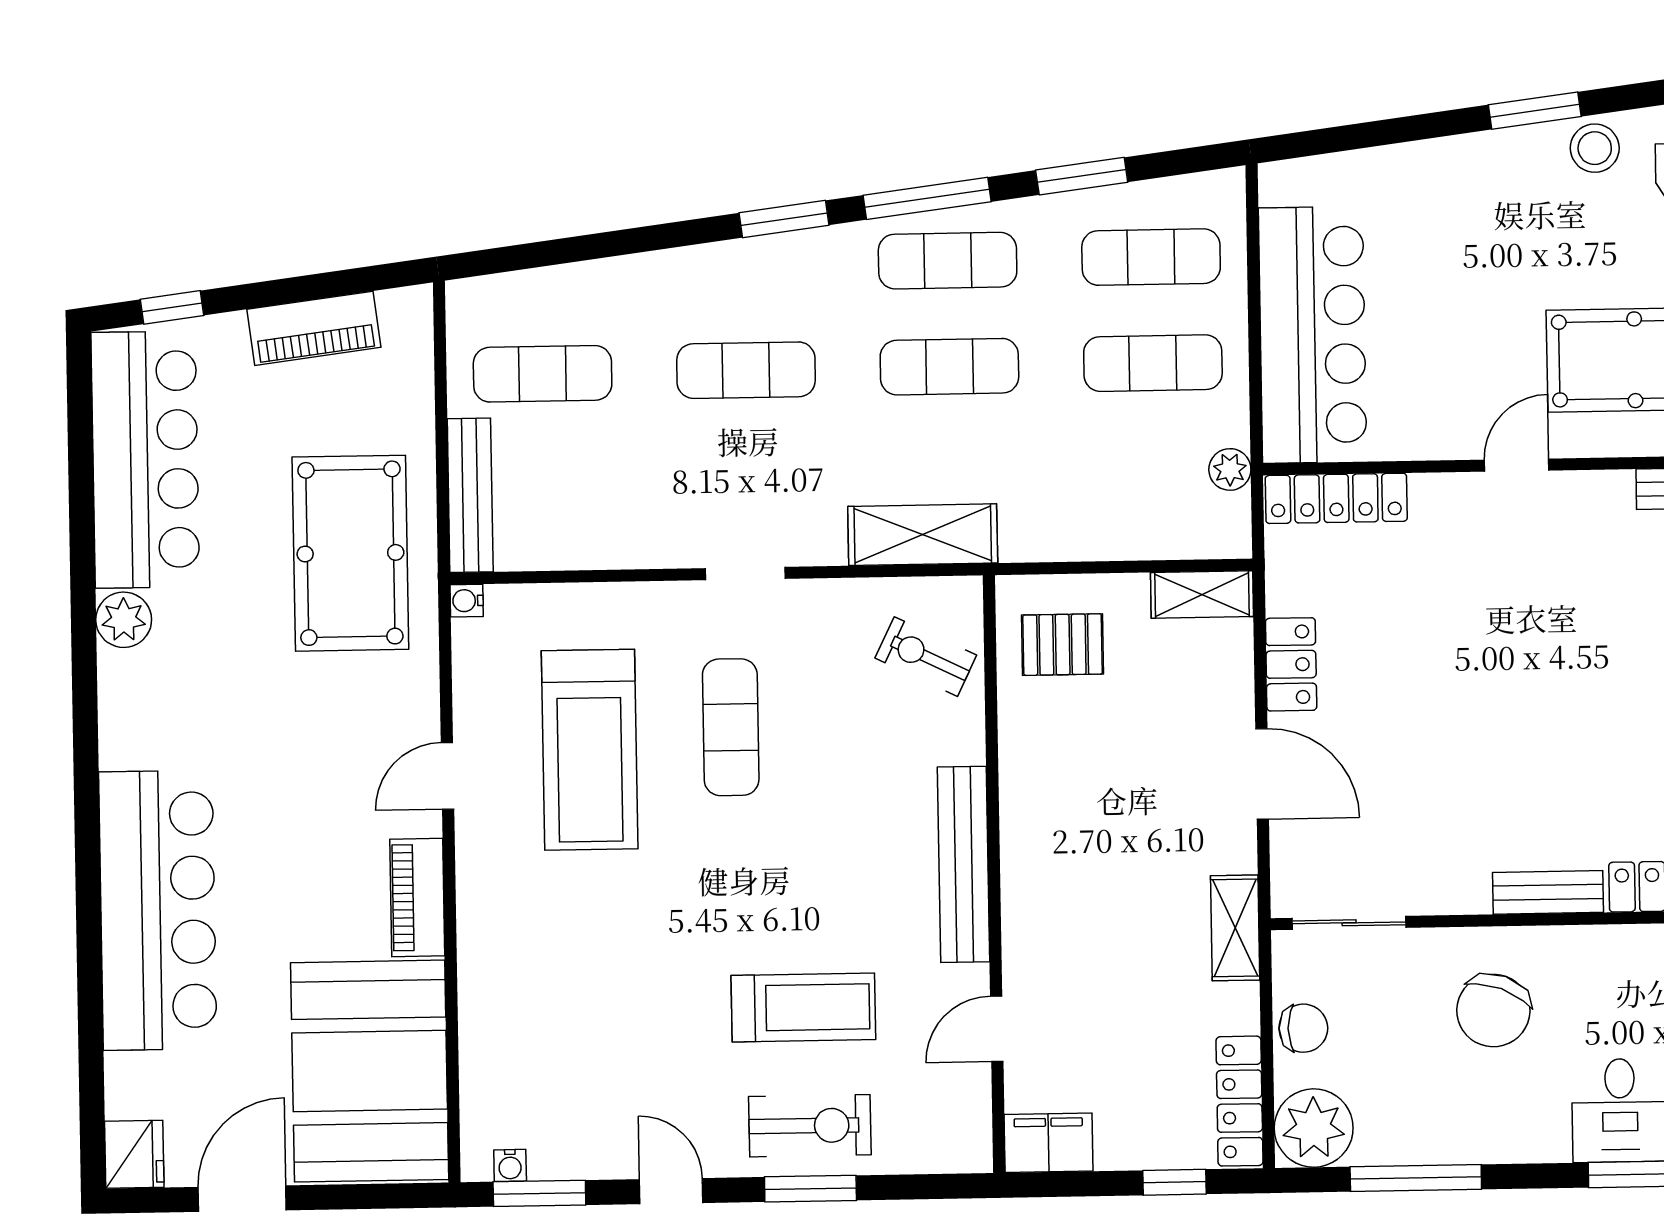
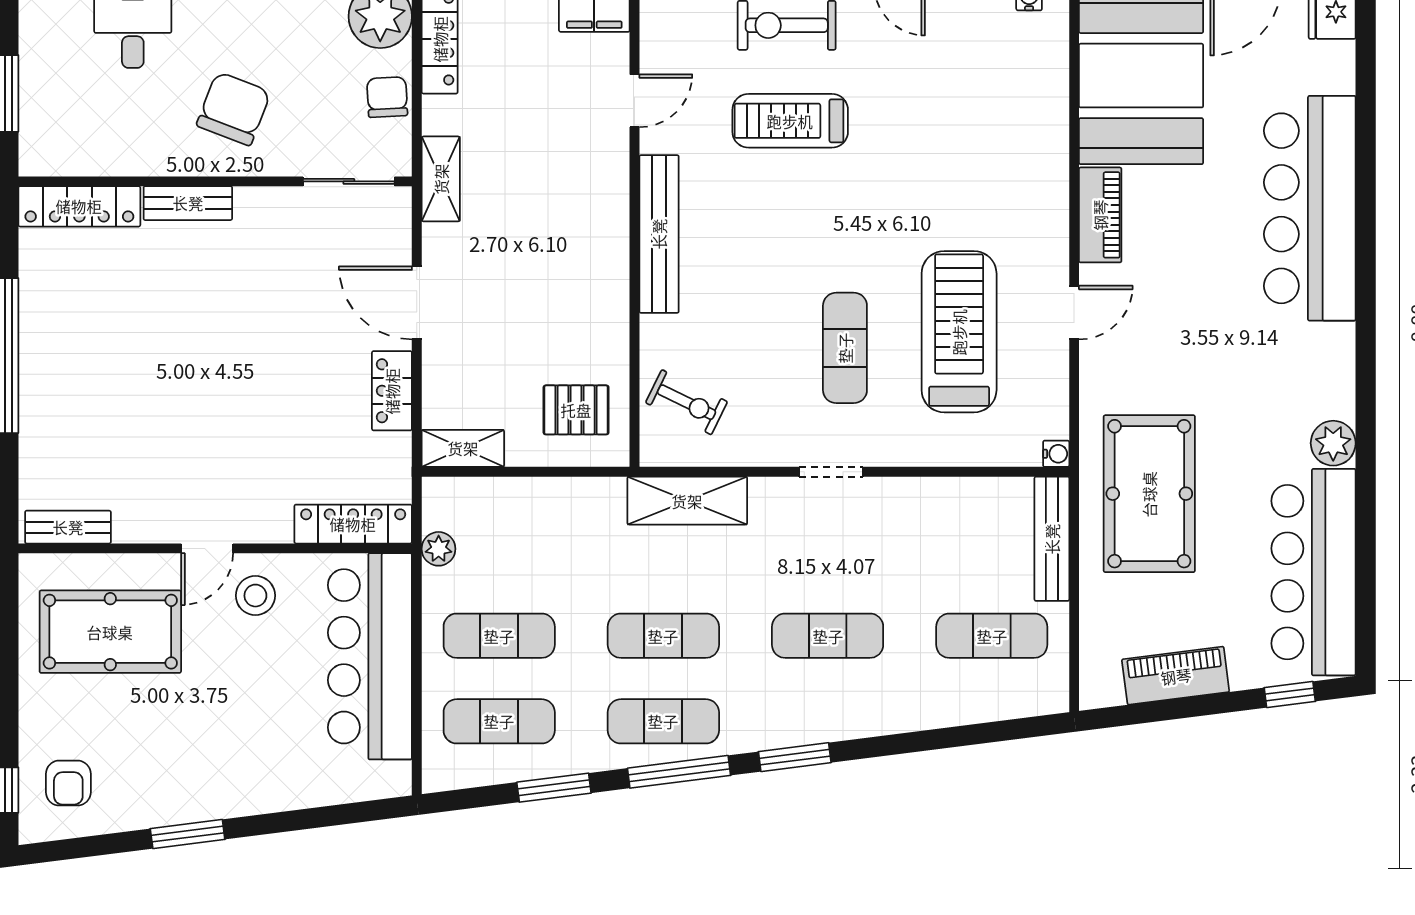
stool: (1595, 148) -> (255, 596), moved
chair: (1303, 1028) -> (387, 97), turned 87

